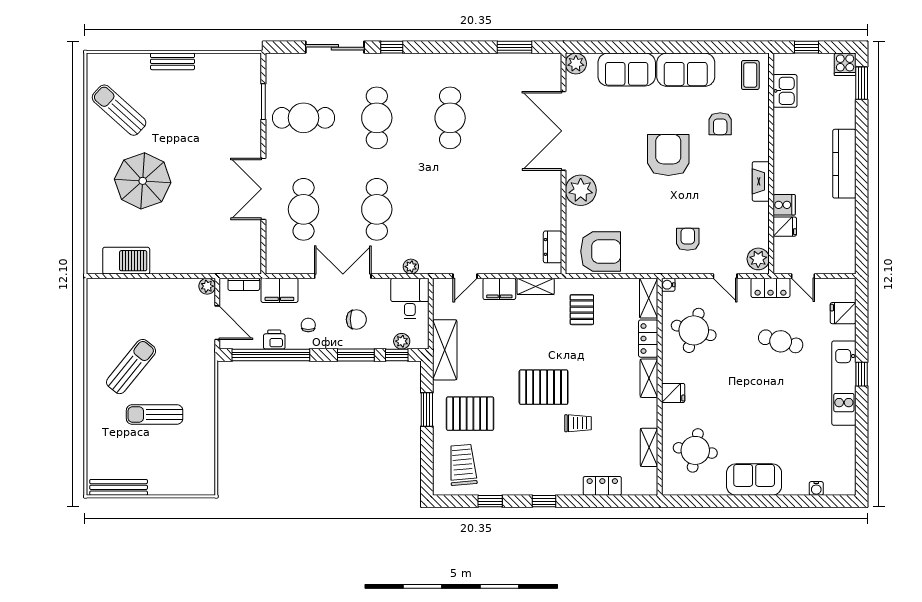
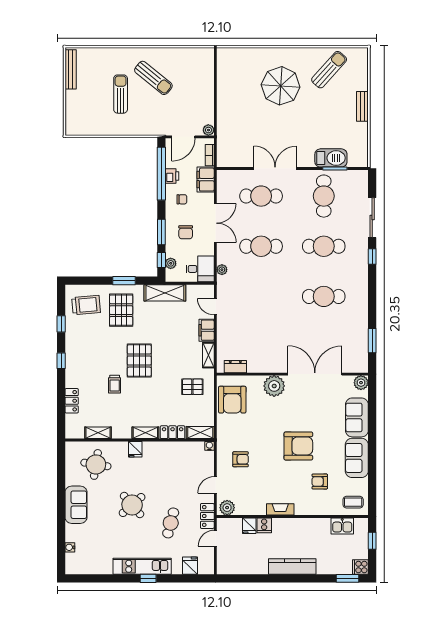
barbecue: (126, 261) -> (331, 158), moved, turned -90
round table: (694, 330) -> (132, 505), moved, turned 33

